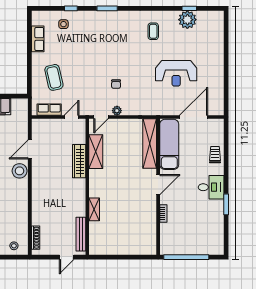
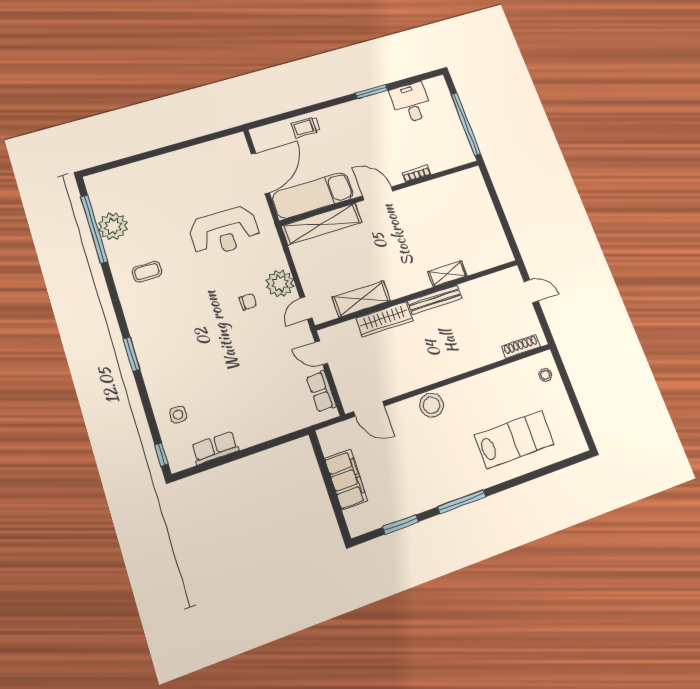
window: (71, 8) -> (161, 454), moved
window: (189, 8) -> (94, 229), width x3.17
reception desk: (176, 73) -> (224, 231), moved, turned 90
coffee table: (54, 77) -> (269, 401), removed
plant: (117, 111) -> (280, 283), width x1.88, depth x1.88
door: (101, 117) -> (306, 308), swing flipped
door: (193, 117) -> (260, 173), swing flipped
door: (30, 149) -> (369, 409), moved
desk: (211, 187) -> (411, 103), moved
bench: (81, 234) -> (435, 300), moved

